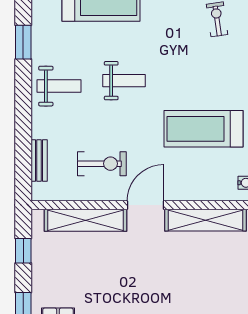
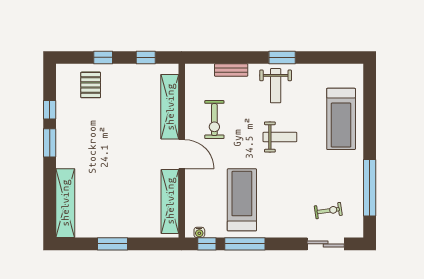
window: (23, 42) -> (282, 57), moved
weight bench: (124, 81) -> (280, 137), turned -90
bench: (39, 160) -> (231, 70), moved

